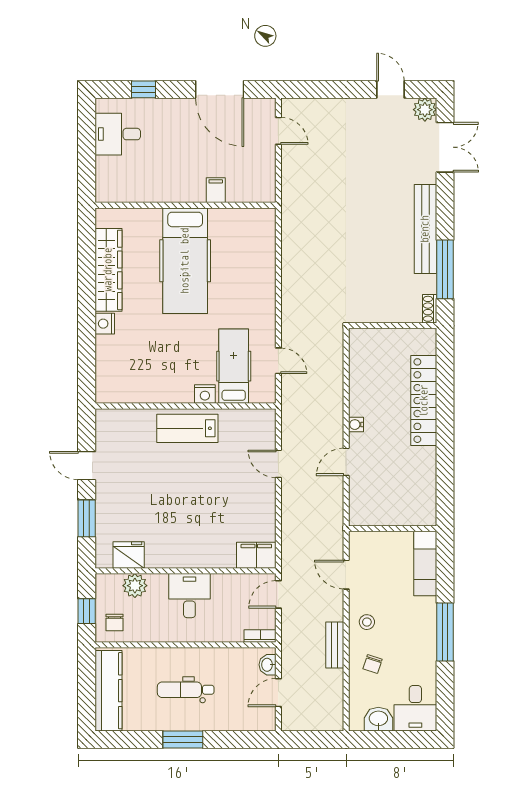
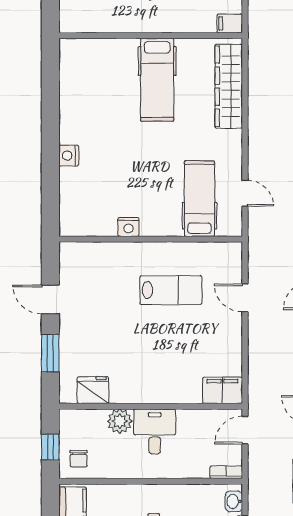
filing cabinet: (216, 190) -> (230, 23), moved, turned -90
hospital bed: (185, 261) -> (157, 80), width x0.73, depth x0.78
wardrobe: (108, 270) -> (229, 86), moved, turned 180
nightstand: (205, 394) -> (128, 227), moved
lab bench: (187, 428) -> (171, 290), moved, turned 180
plant: (135, 586) -> (120, 421), moved

